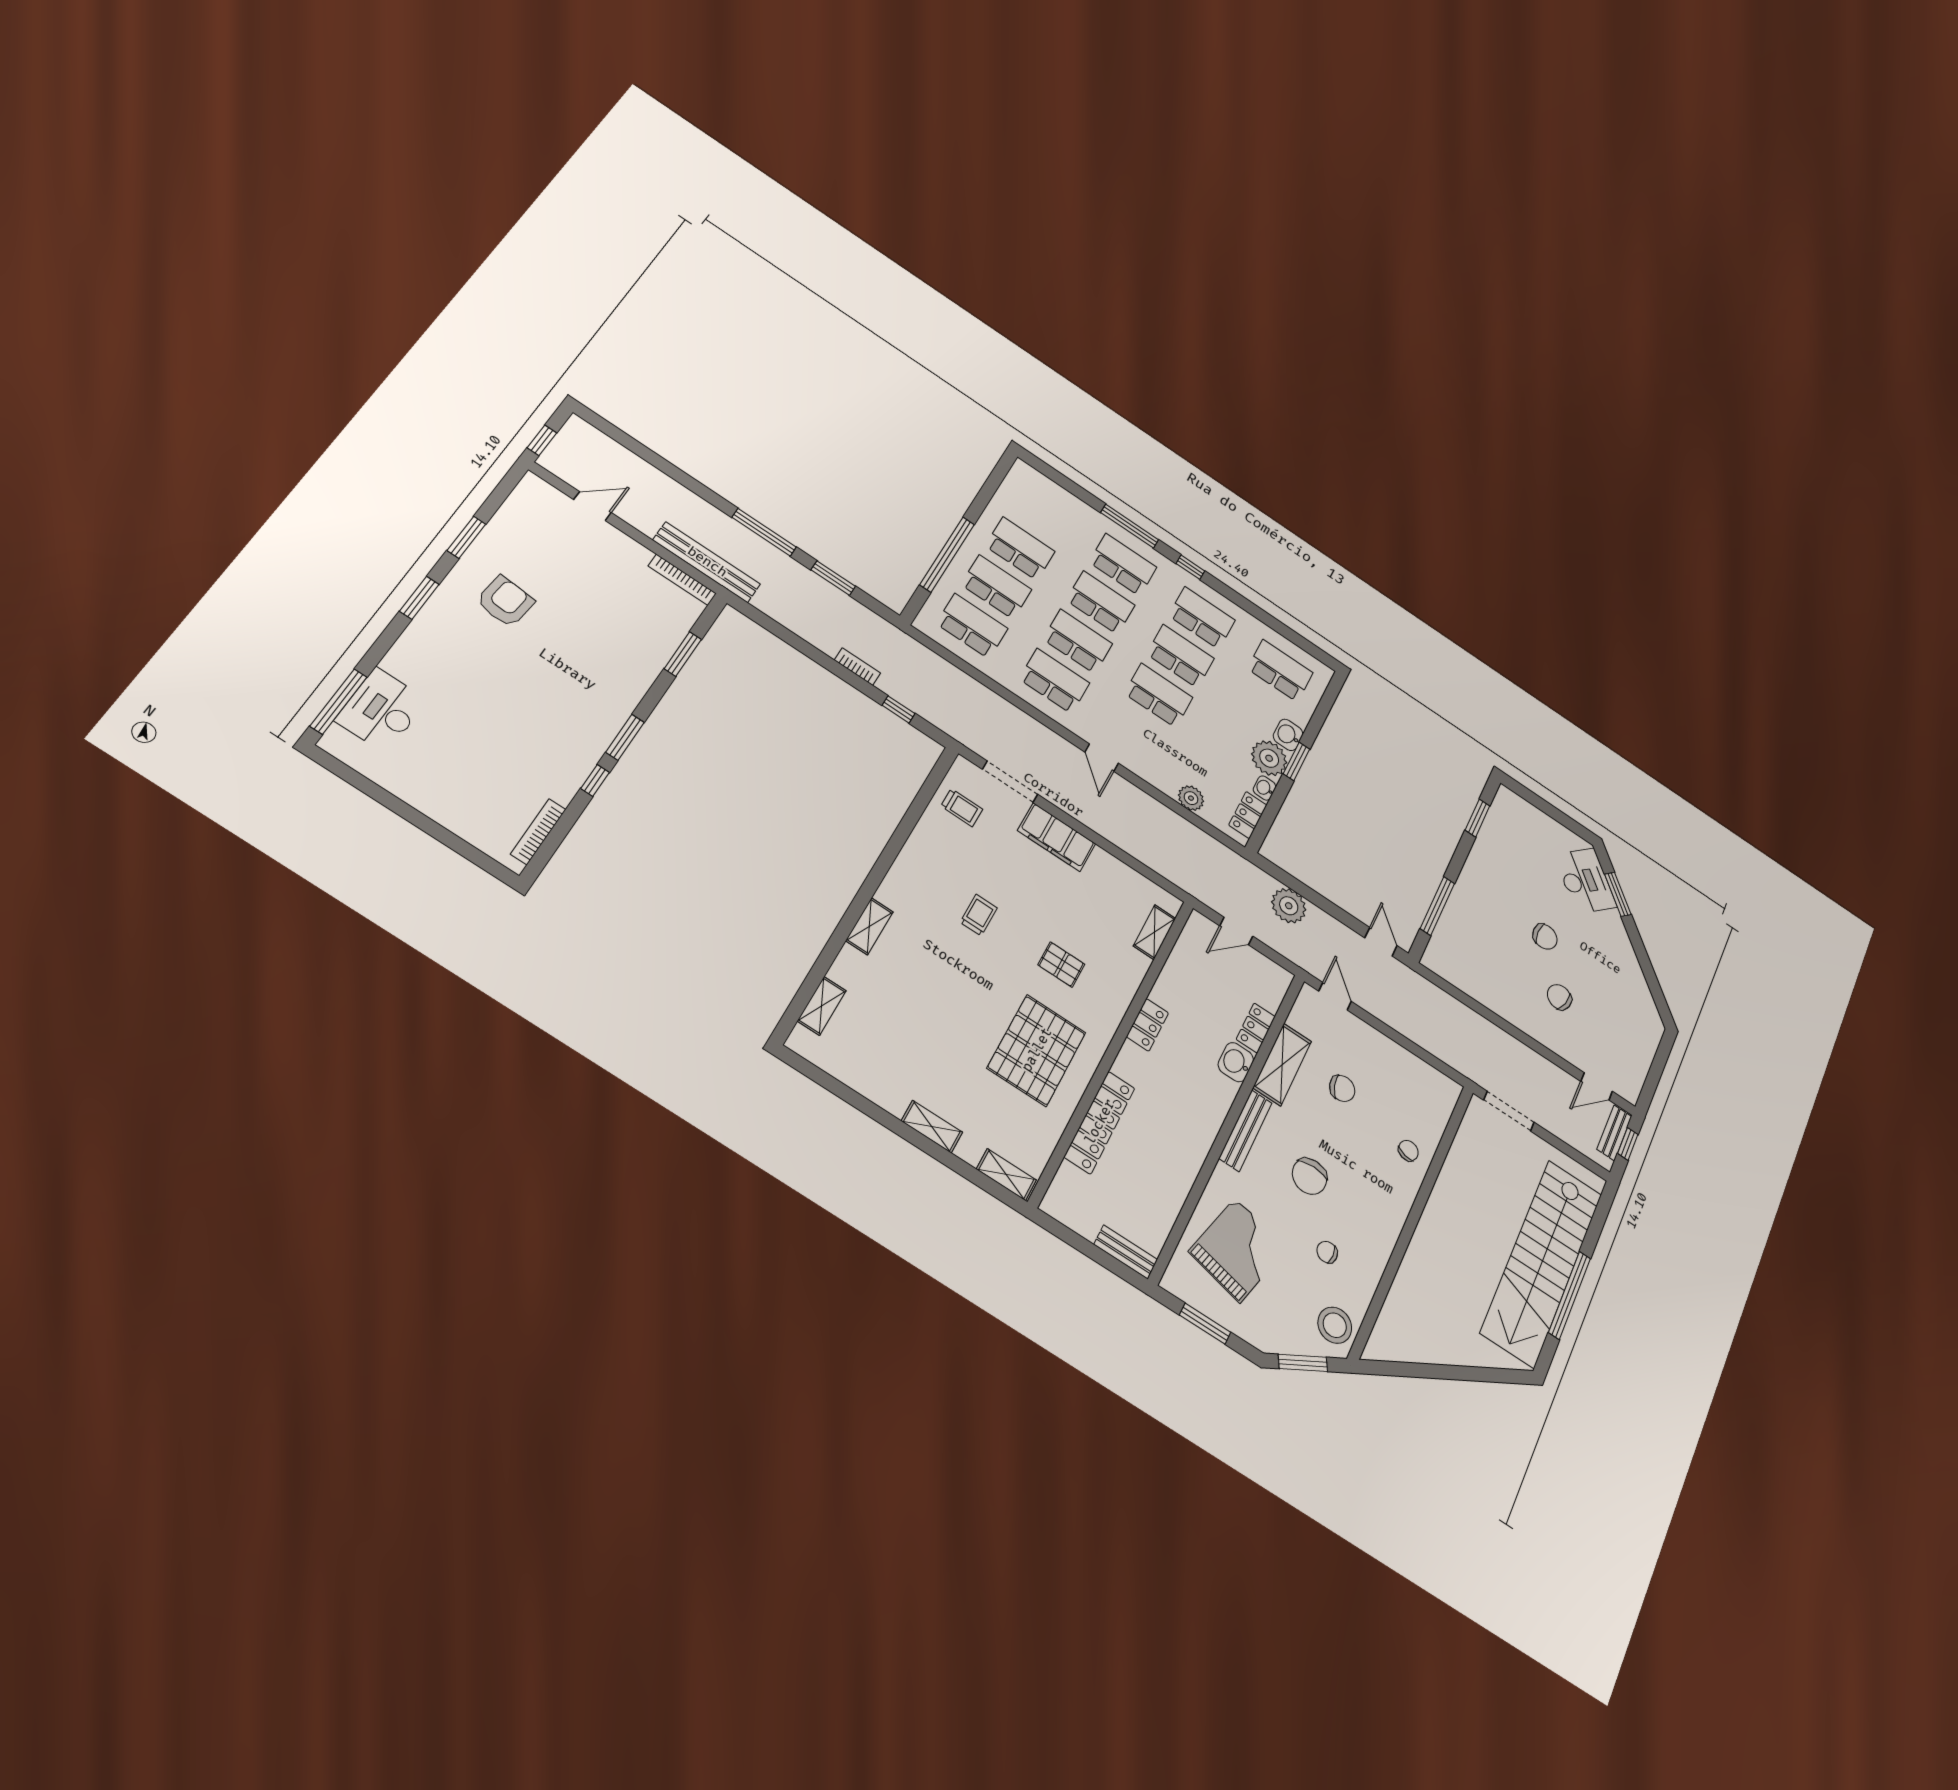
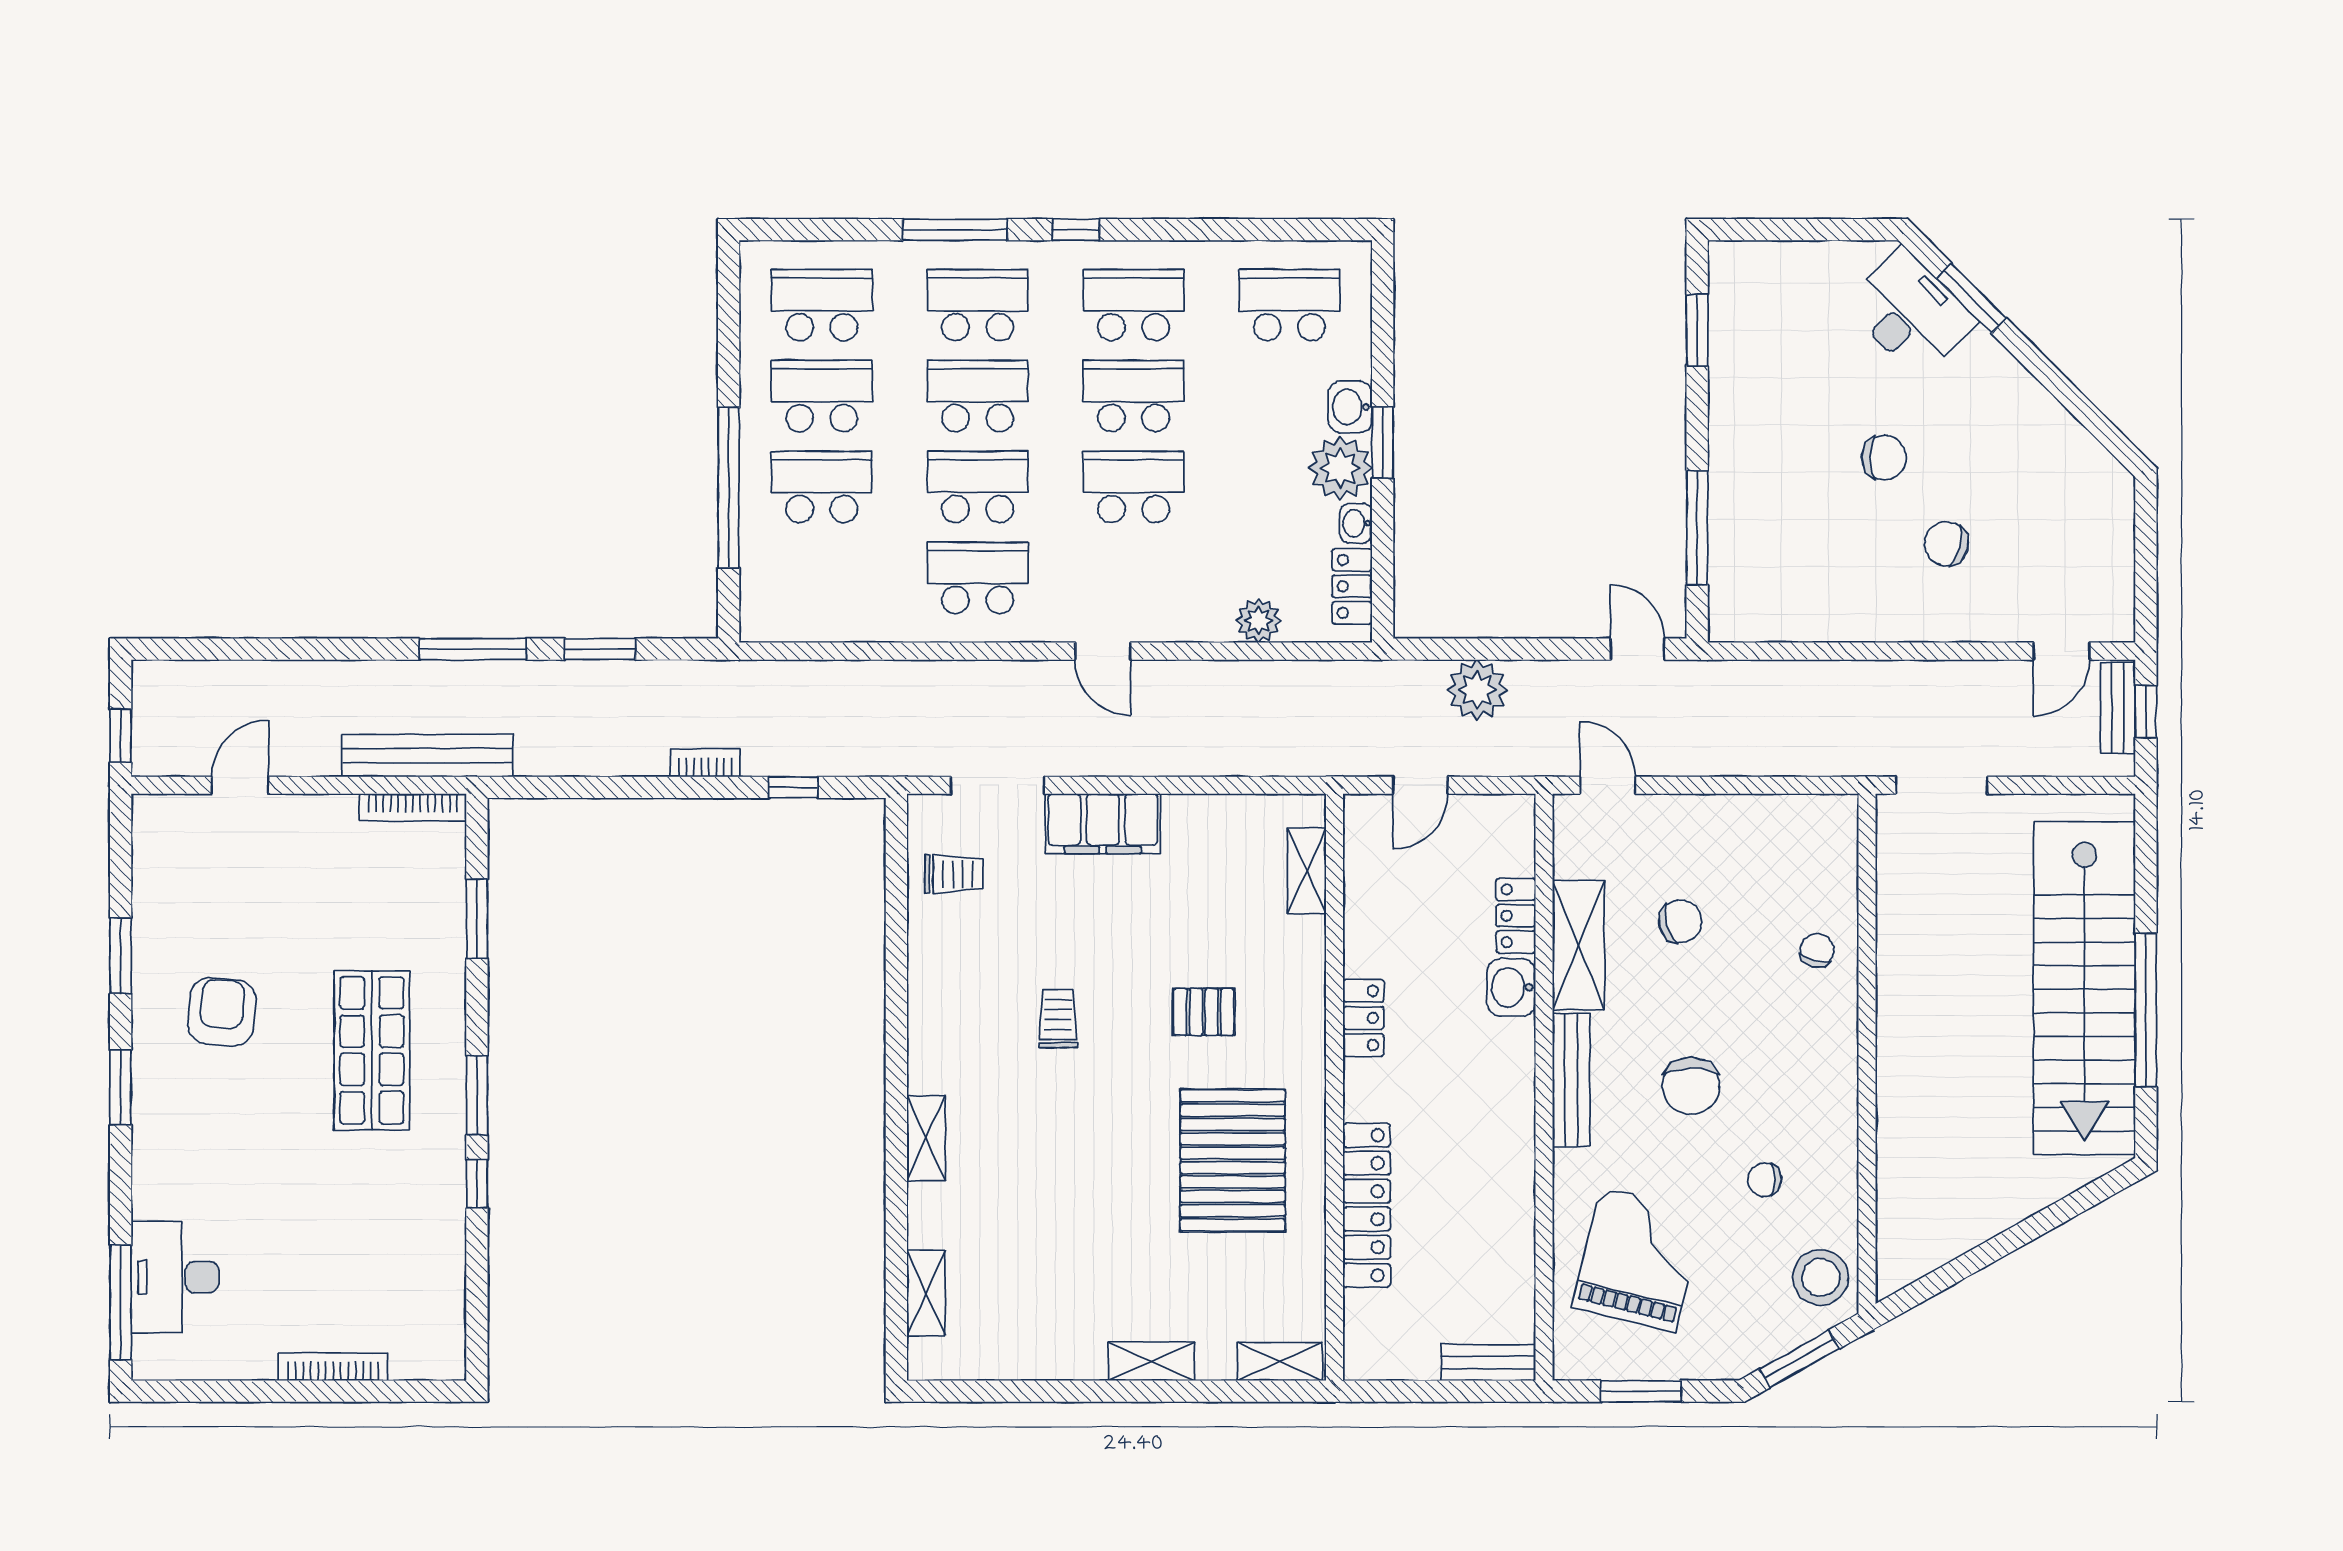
school desk: (972, 626) -> (822, 305), moved
shop shelf: (579, 676) -> (372, 1050), added
bookcase: (538, 832) -> (333, 1367), moved, turned 90

